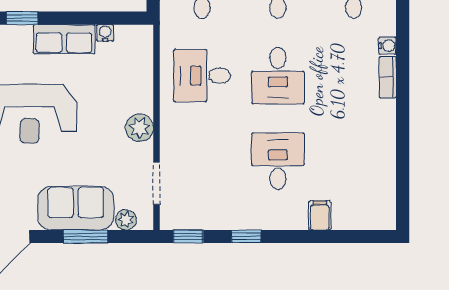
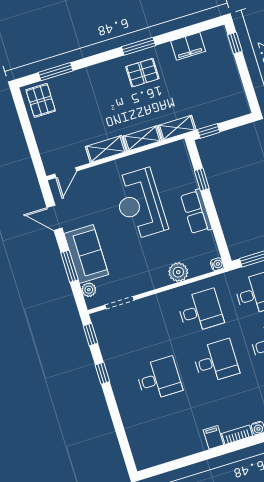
water cooler: (105, 33) -> (217, 264), moved
desk: (202, 76) -> (200, 311), turned 90
desk: (278, 76) -> (216, 361), turned 180
plant: (140, 128) -> (178, 272), moved
filing cabinet: (320, 215) -> (213, 437), moved, turned -90

